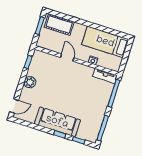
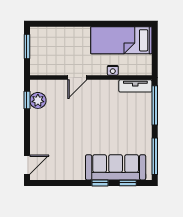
cot: (59, 24) -> (52, 37), removed
door: (67, 58) -> (77, 78), swing flipped
plant: (30, 82) -> (38, 100), moved
sofa: (57, 122) -> (116, 167), moved

